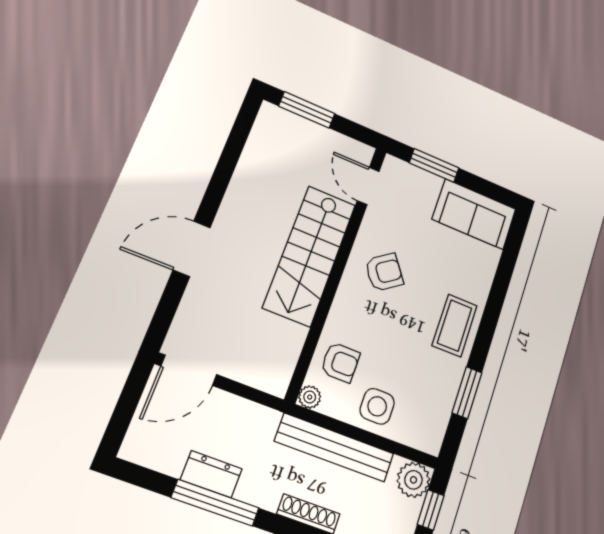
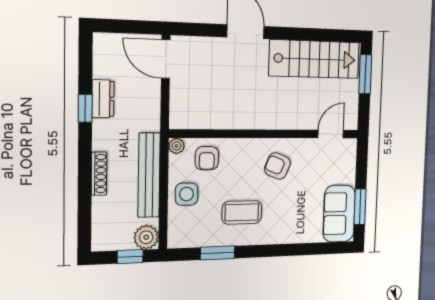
window: (434, 165) -> (360, 207), moved
stairs: (310, 256) -> (314, 59), moved, turned 180
armchair: (384, 272) -> (277, 166), turned 148
coffee table: (455, 326) -> (242, 212), moved
window: (215, 503) -> (85, 108), width x0.46

